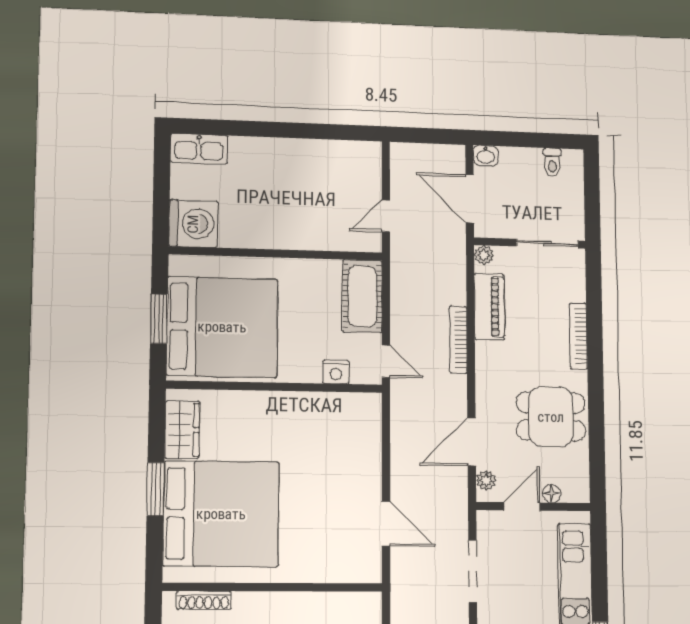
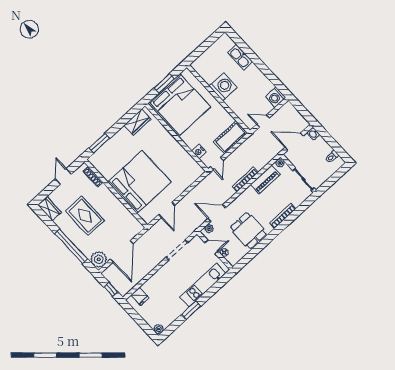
kitchen sink: (199, 149) -> (240, 57), moved
washing machine: (365, 157) -> (276, 97), added
door: (470, 199) -> (294, 142), hinge flipped
washing machine: (193, 224) -> (223, 87), moved, turned -90
window: (156, 489) -> (99, 143), moved
bed: (221, 514) -> (139, 182), moved, turned -90

